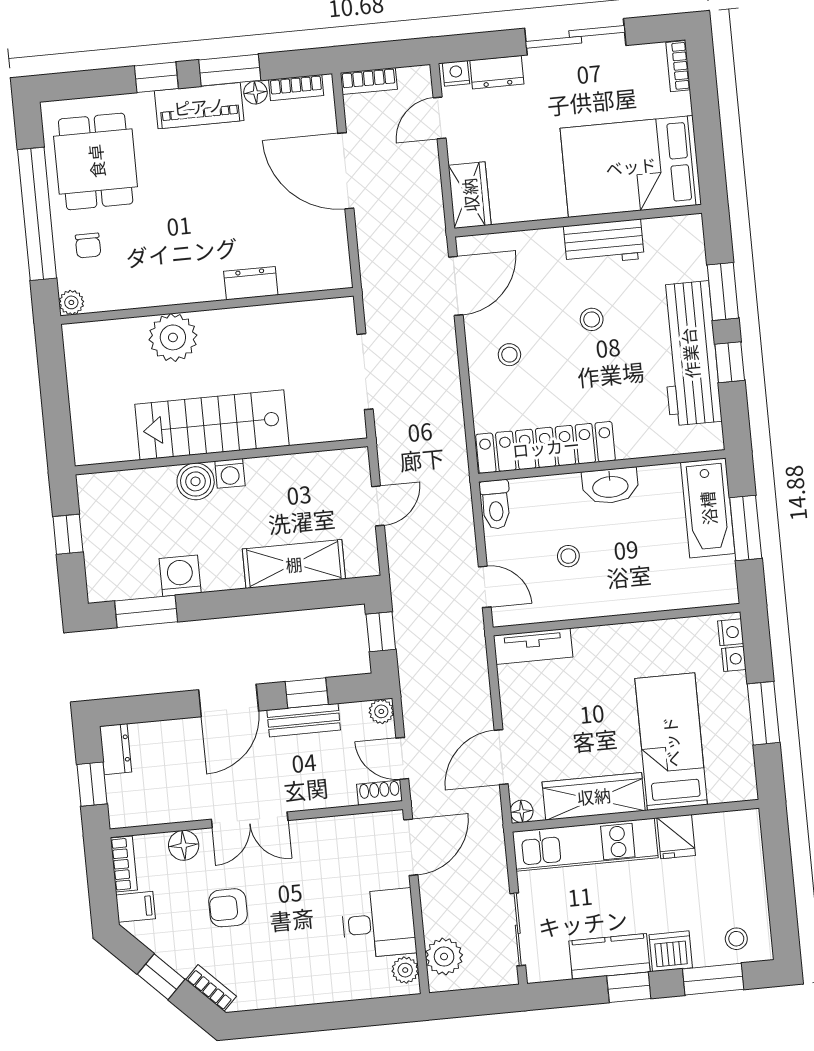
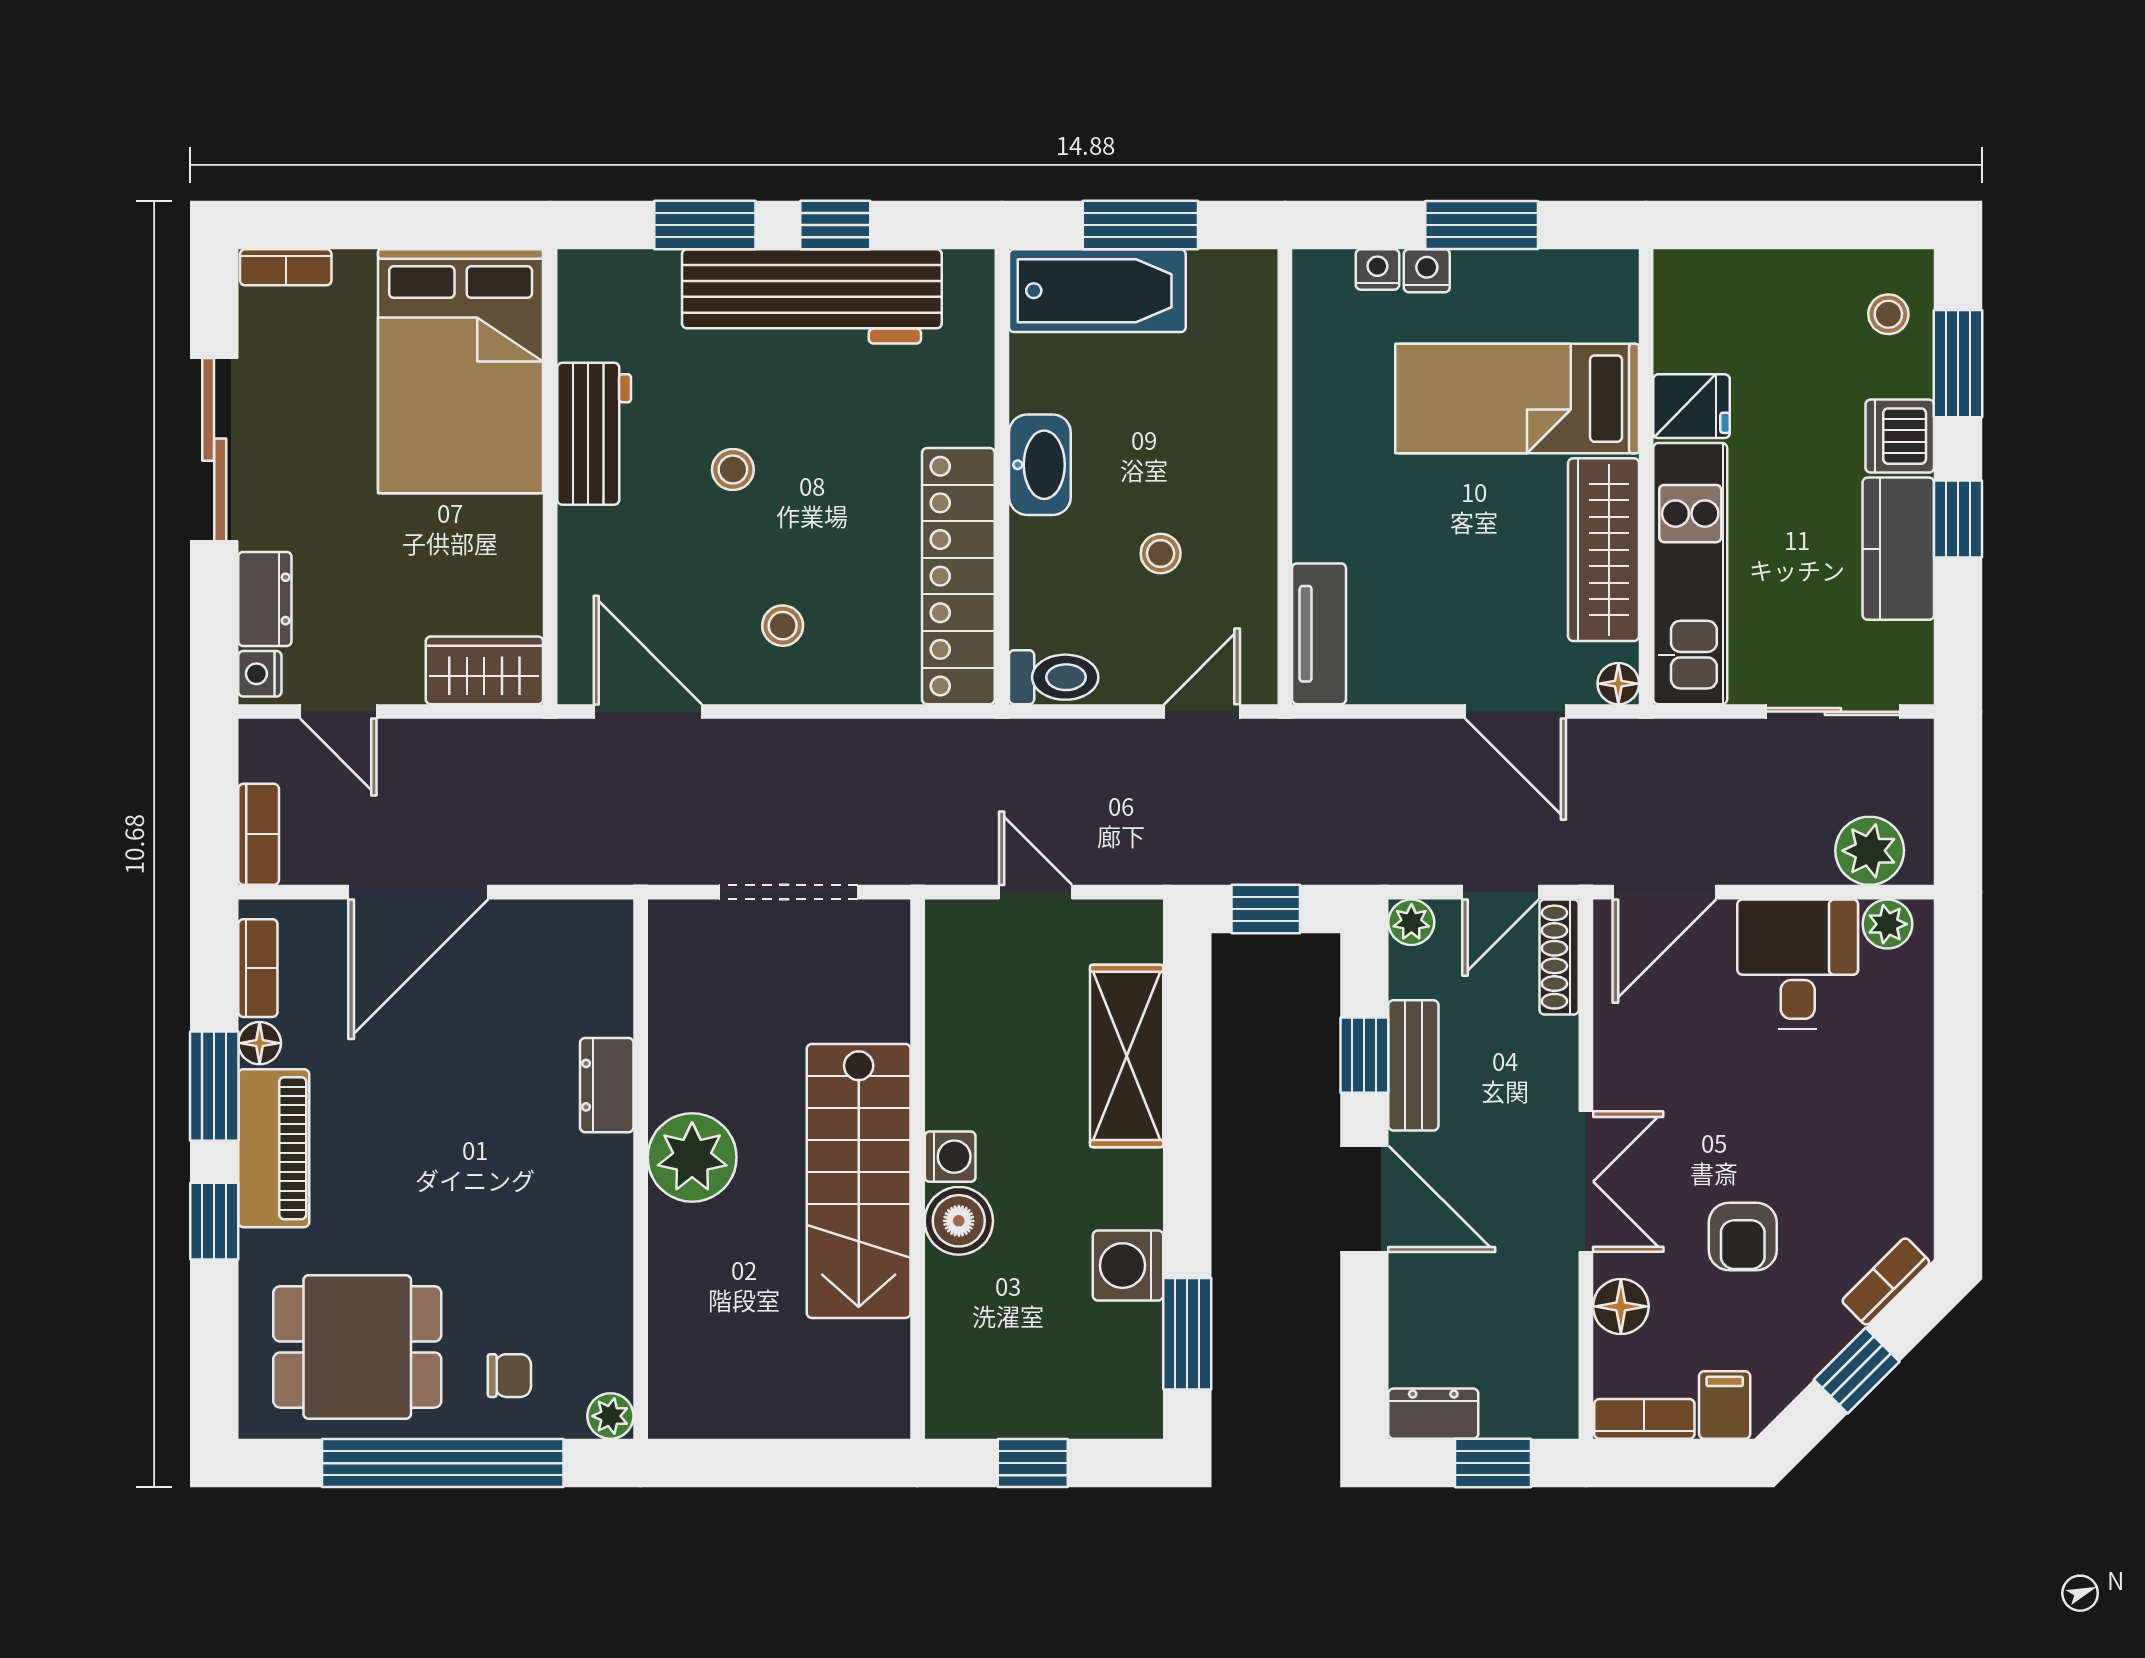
plant: (173, 337) -> (692, 1157), moved
nightstand: (731, 632) -> (1427, 271), moved
shoe rack: (380, 793) -> (1559, 957), width x1.43
door: (411, 847) -> (1664, 892), swing flipped

